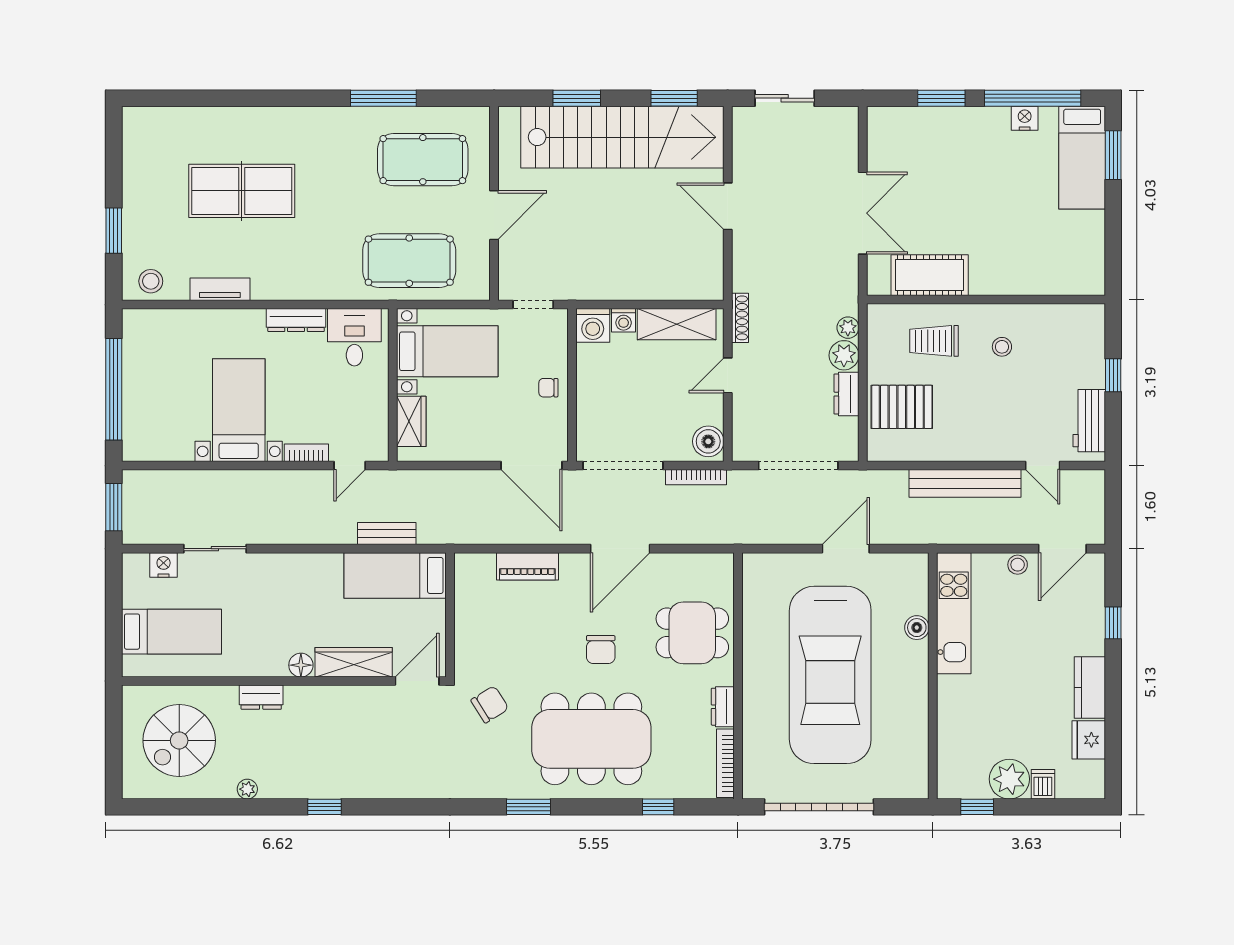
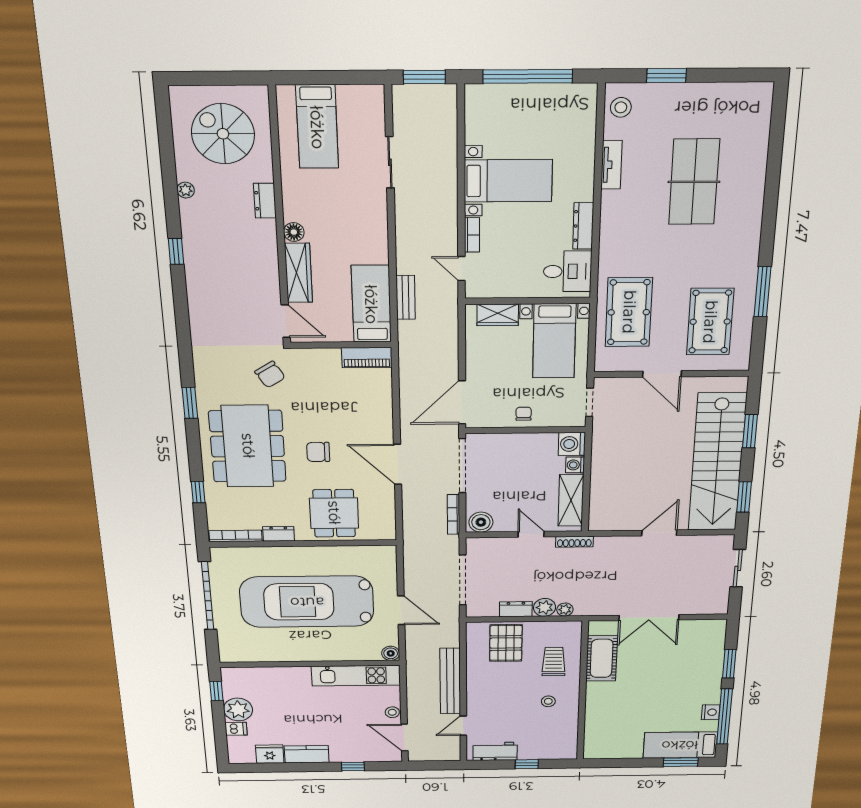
nightstand: (164, 565) -> (375, 120), removed
piano: (527, 566) -> (367, 358), moved, turned -90
boiler: (917, 628) -> (391, 653), moved

